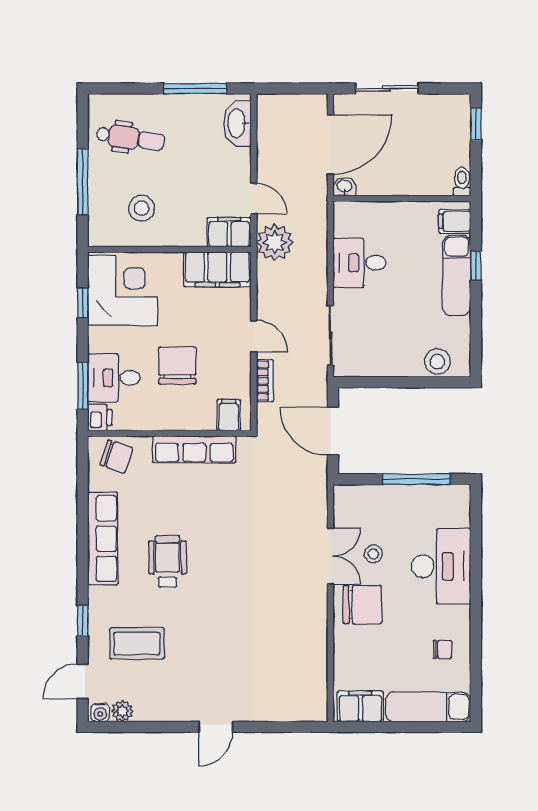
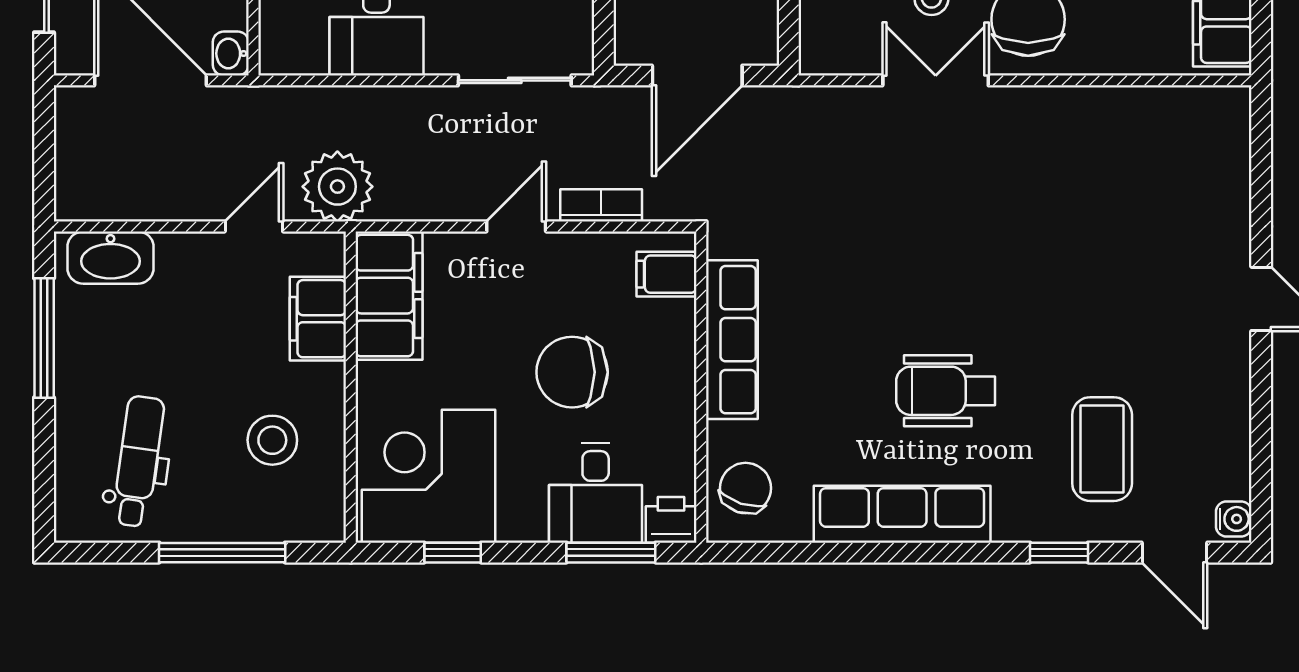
filing cabinet: (229, 232) -> (318, 319), moved
plant: (122, 711) -> (1231, 477), removed

